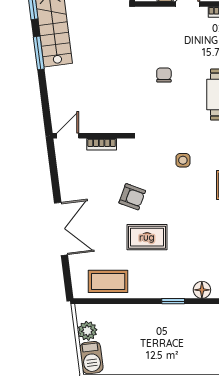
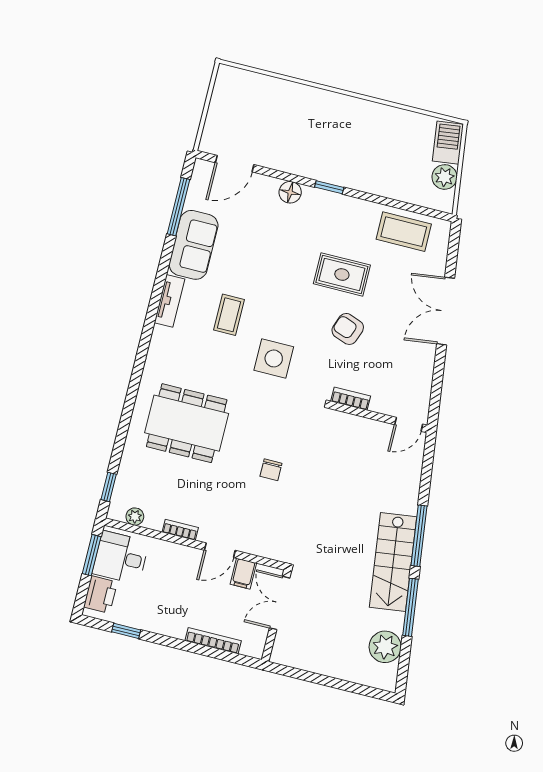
window: (39, 53) -> (419, 536), width x1.44
bookcase: (102, 144) -> (351, 399), moved
side table: (183, 160) -> (274, 358), width x1.87, depth x1.87

